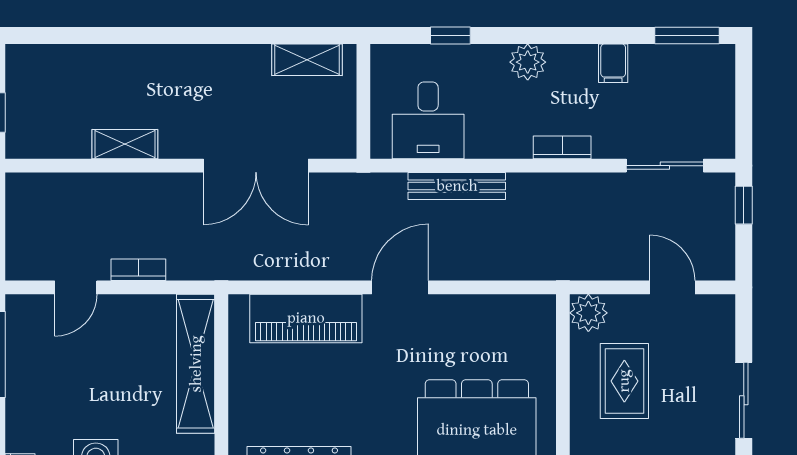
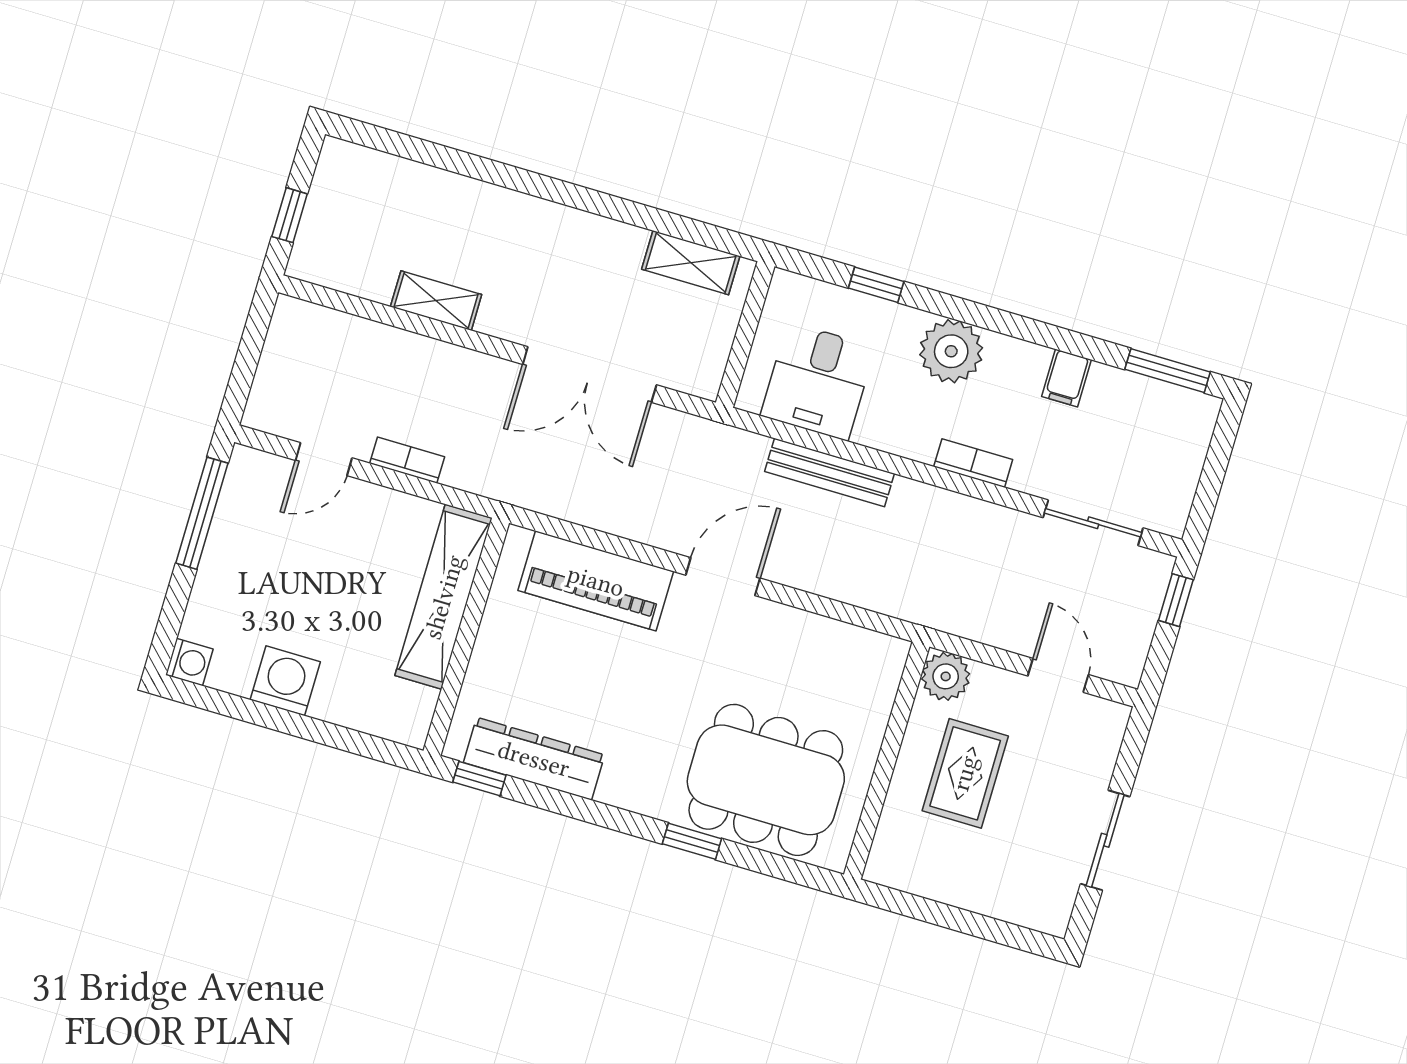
plant: (528, 62) -> (951, 351), width x1.36, depth x1.36

